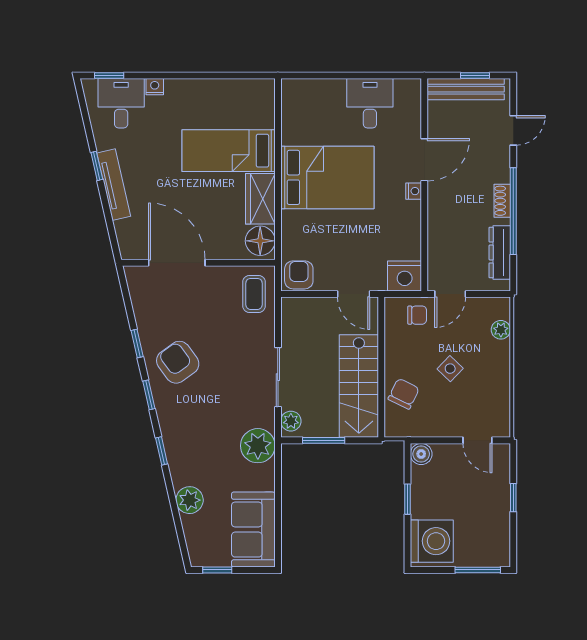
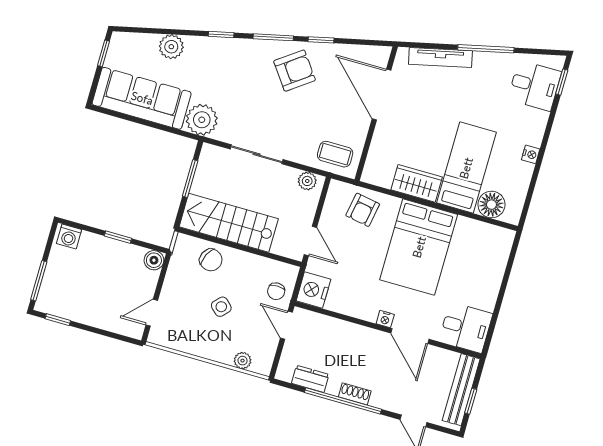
nightstand: (155, 87) -> (531, 154), moved
desk: (370, 103) -> (466, 328), moved
window: (97, 166) -> (486, 49), width x2.17
tv unit: (114, 185) -> (440, 58), moved
floor lamp: (260, 241) -> (491, 205), moved
dresser: (500, 252) -> (310, 379), width x0.70
door: (177, 263) -> (382, 95), swing flipped
armchair: (299, 275) -> (363, 210), moved, turned 100
door: (354, 294) -> (310, 241), swing flipped
window: (149, 395) -> (273, 37), width x1.50
plant: (291, 421) -> (307, 181), moved
window: (513, 498) -> (58, 320), moved
sofa: (253, 530) -> (142, 98), width x1.36
washing machine: (432, 541) -> (69, 237), width x0.53, depth x0.53

